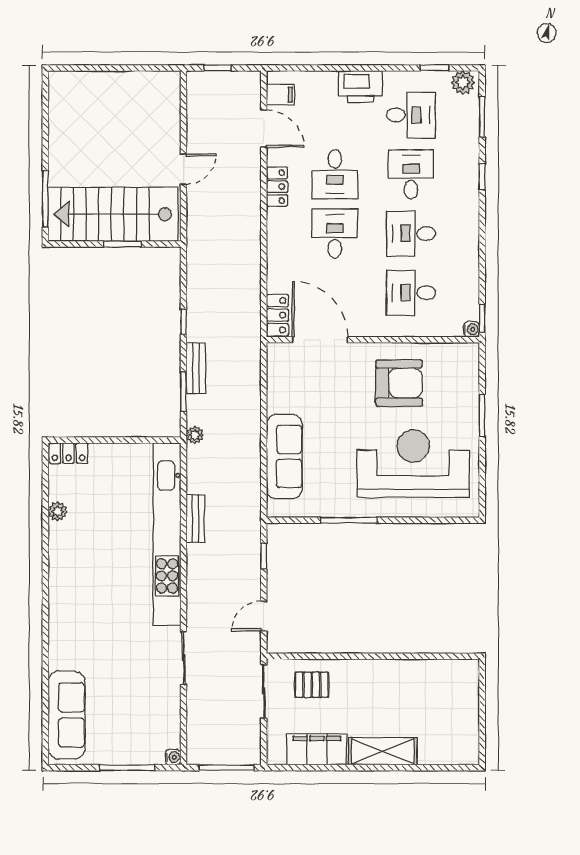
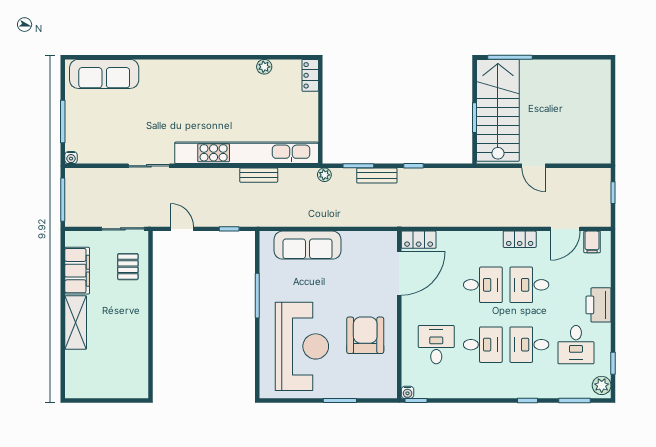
desk: (411, 174) -> (529, 345), turned 180
desk: (411, 233) -> (483, 345), turned 90
armchair: (399, 383) -> (365, 335), turned 180

